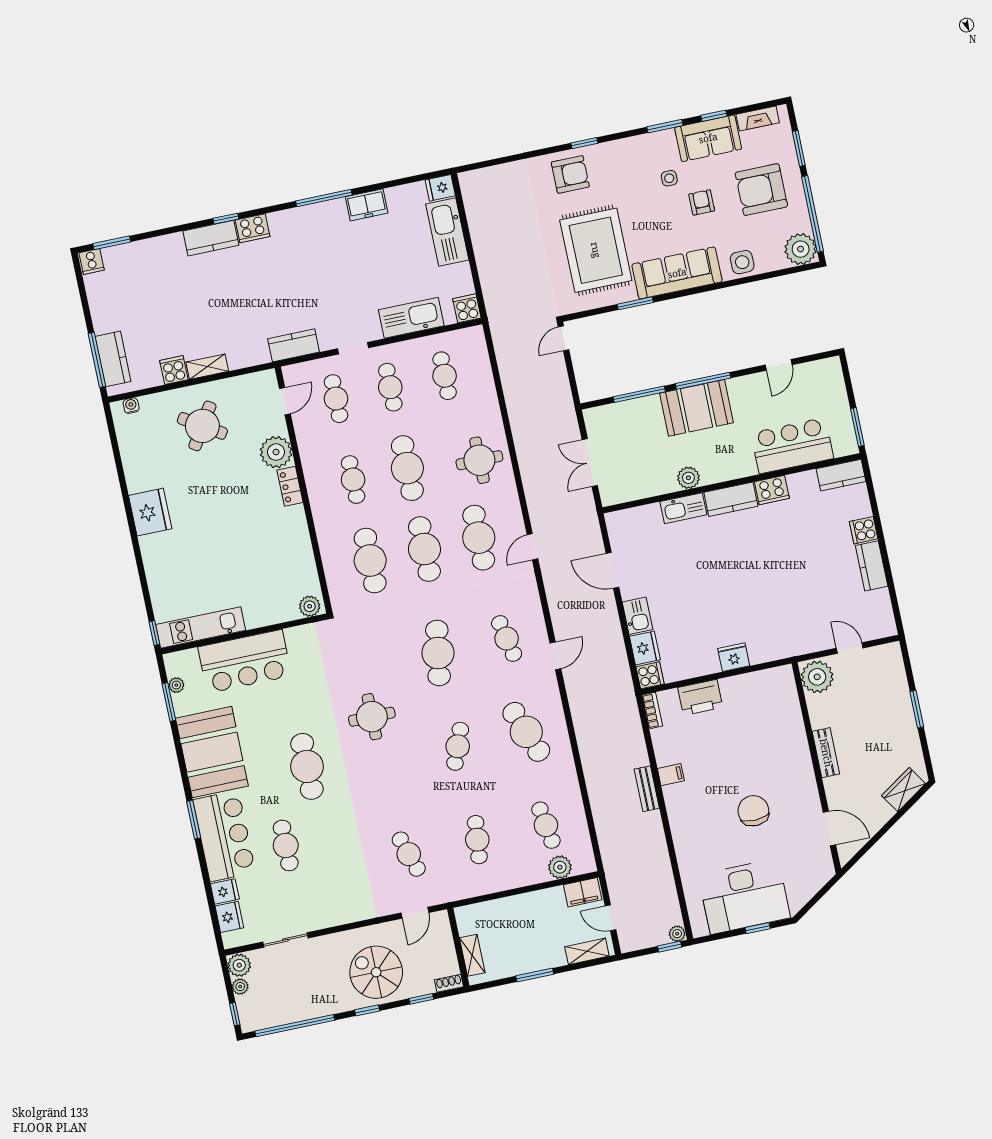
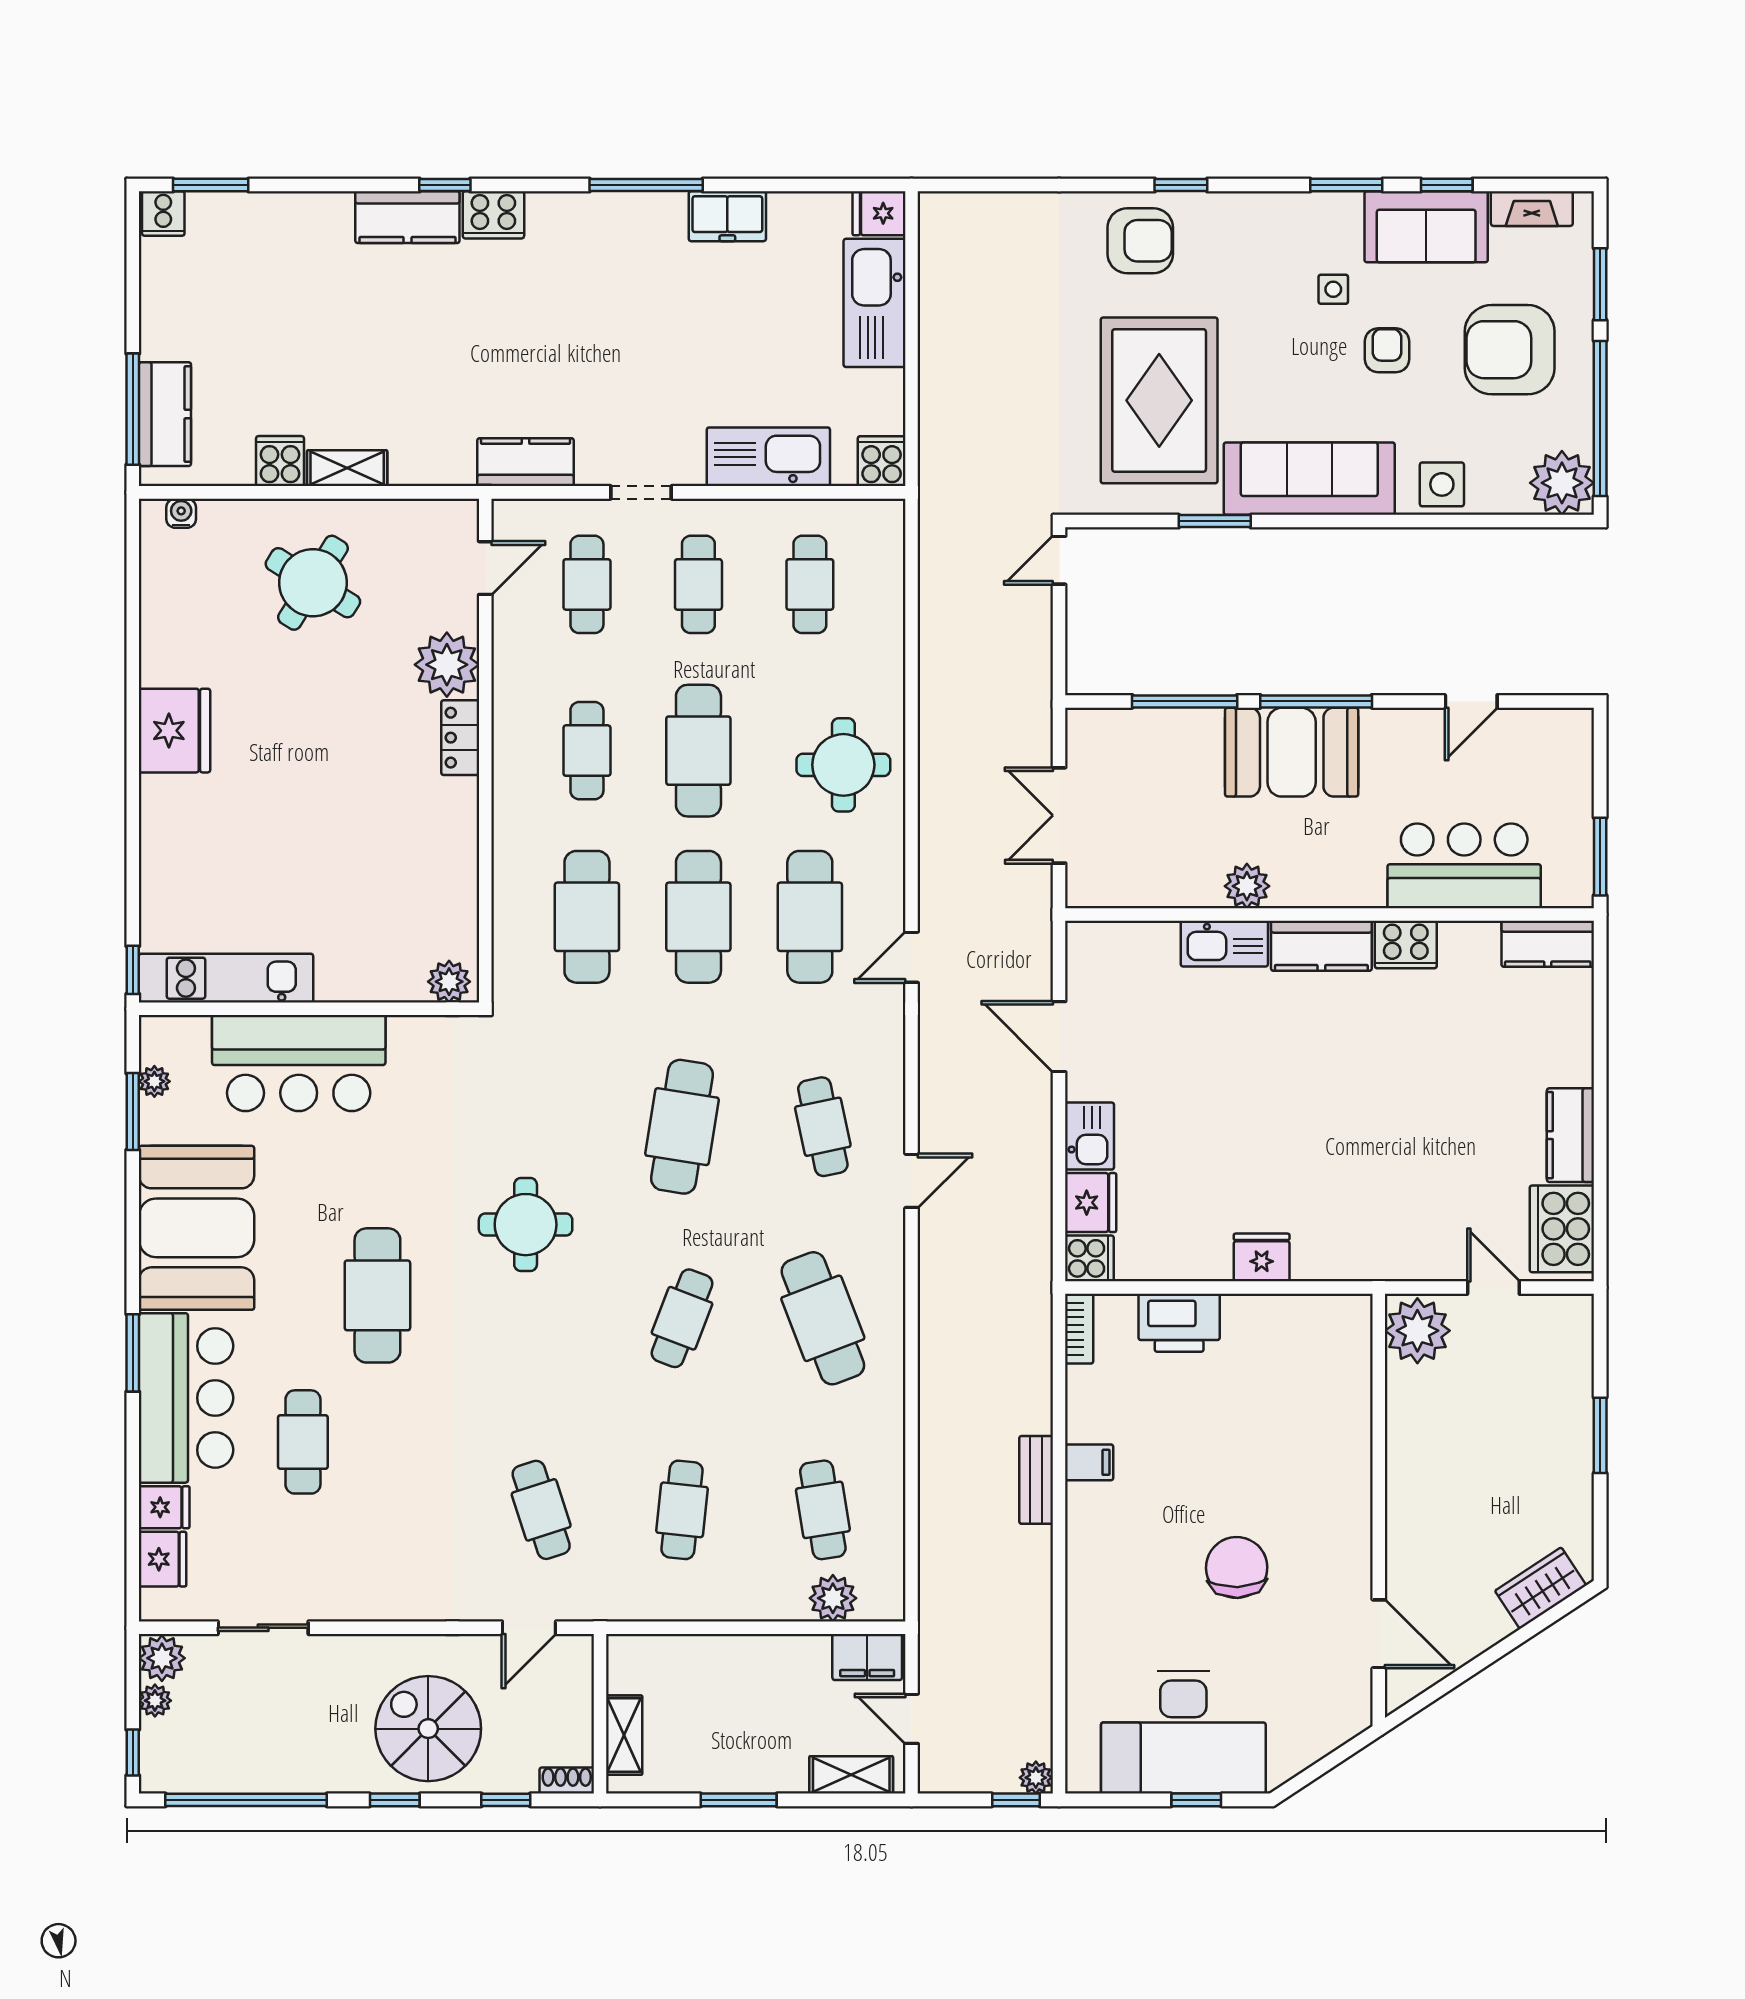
cooker: (864, 530) -> (1562, 1229), moved, width x1.87, depth x1.31
bench: (826, 753) -> (1403, 1483), removed

